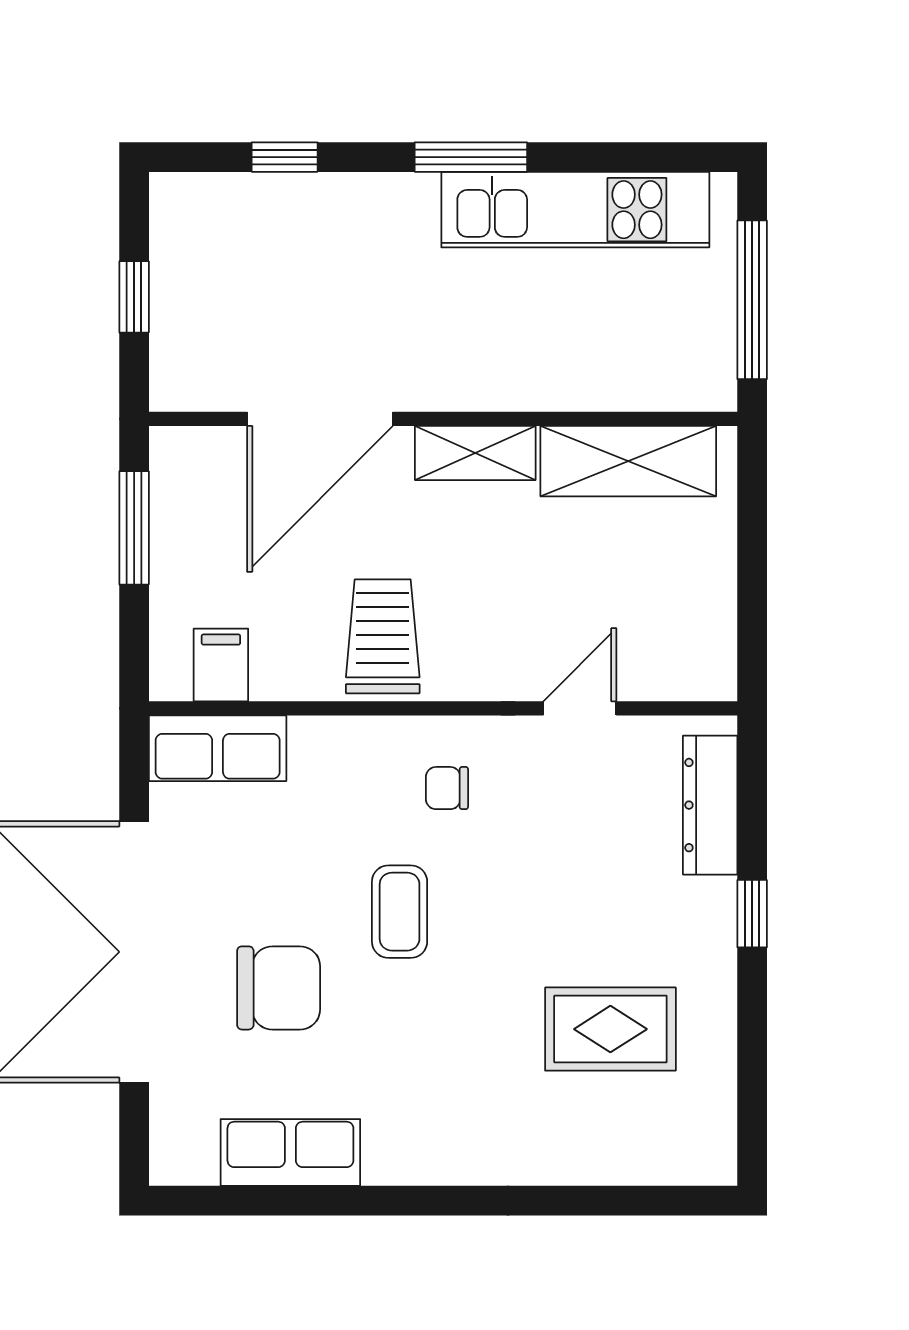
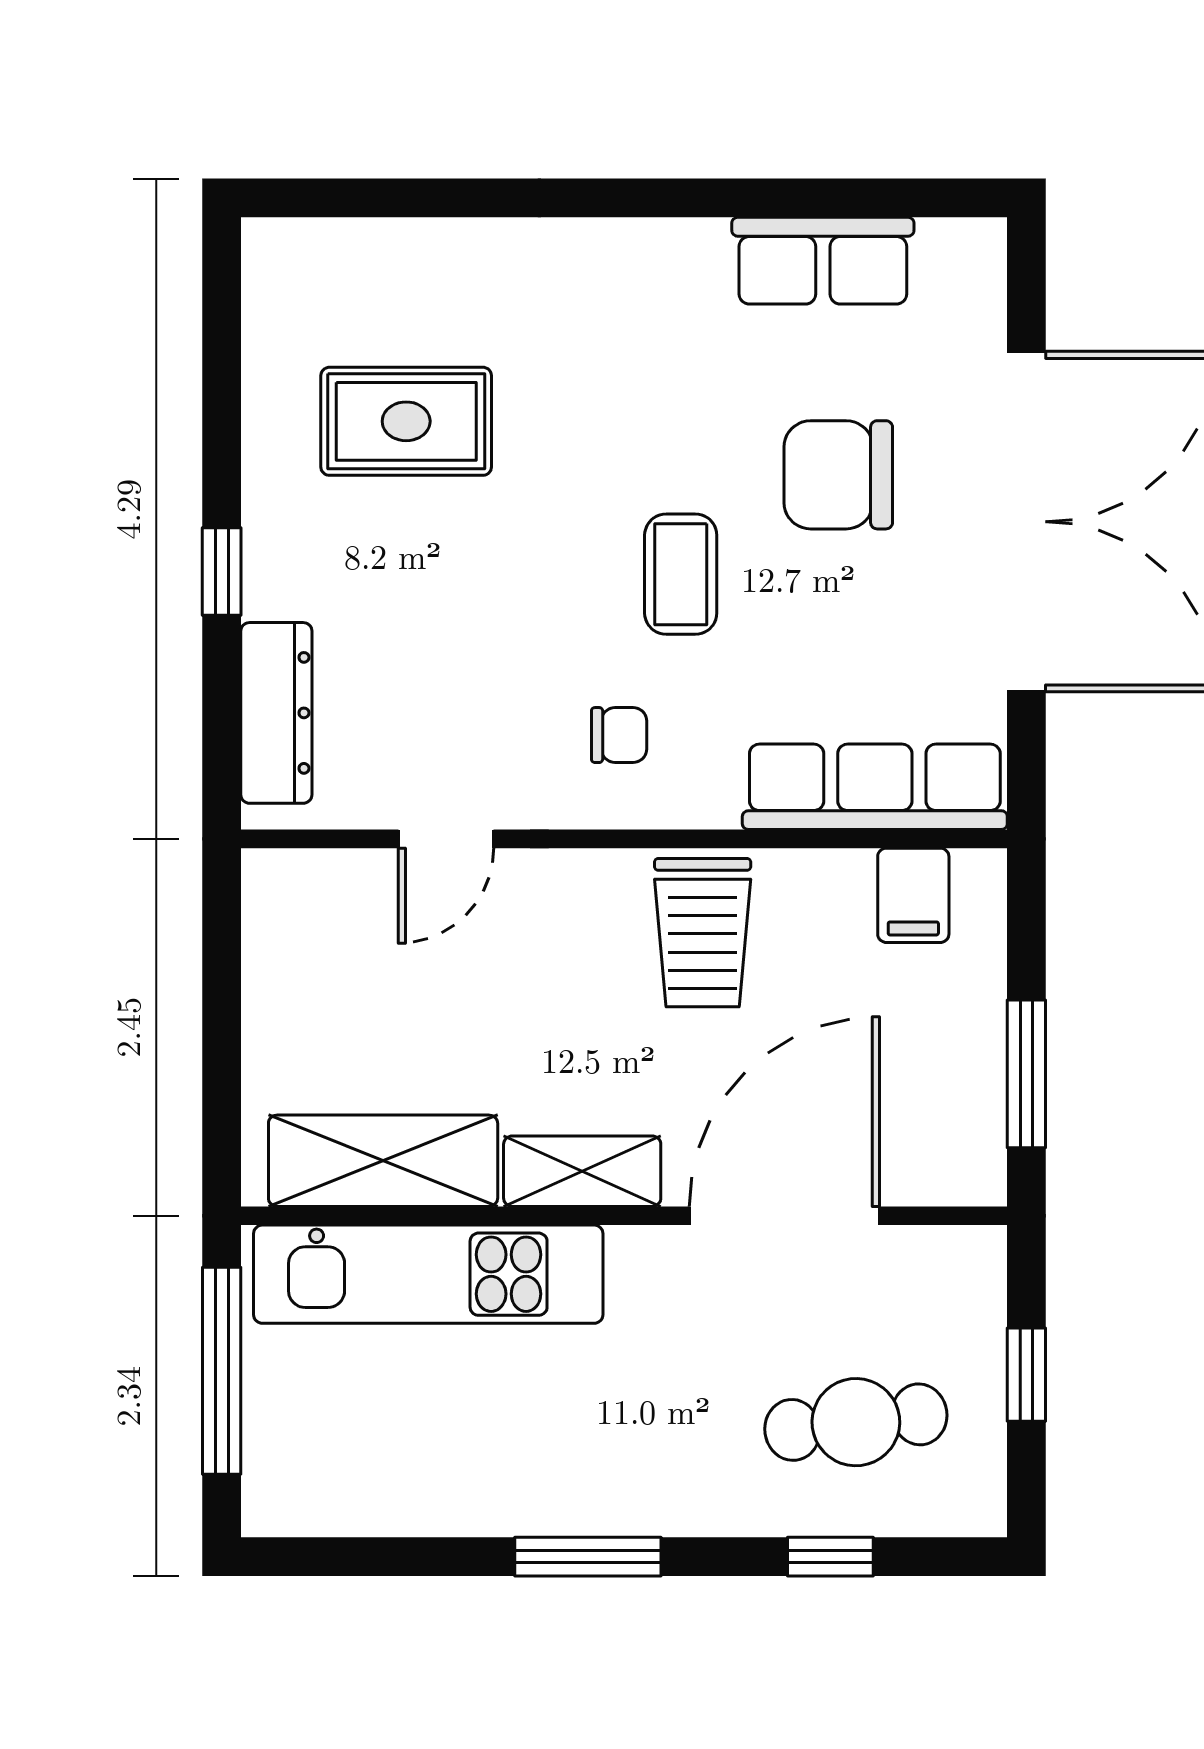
kitchen unit: (575, 210) -> (428, 1274), moved, turned 180
cafe table: (265, 260) -> (856, 1422), added
row of seats: (218, 748) -> (875, 787), width x1.48

